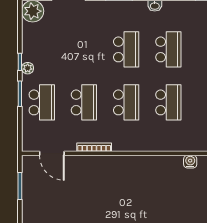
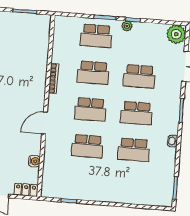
school desk: (84, 49) -> (139, 76), added
door: (52, 153) -> (45, 123), moved

